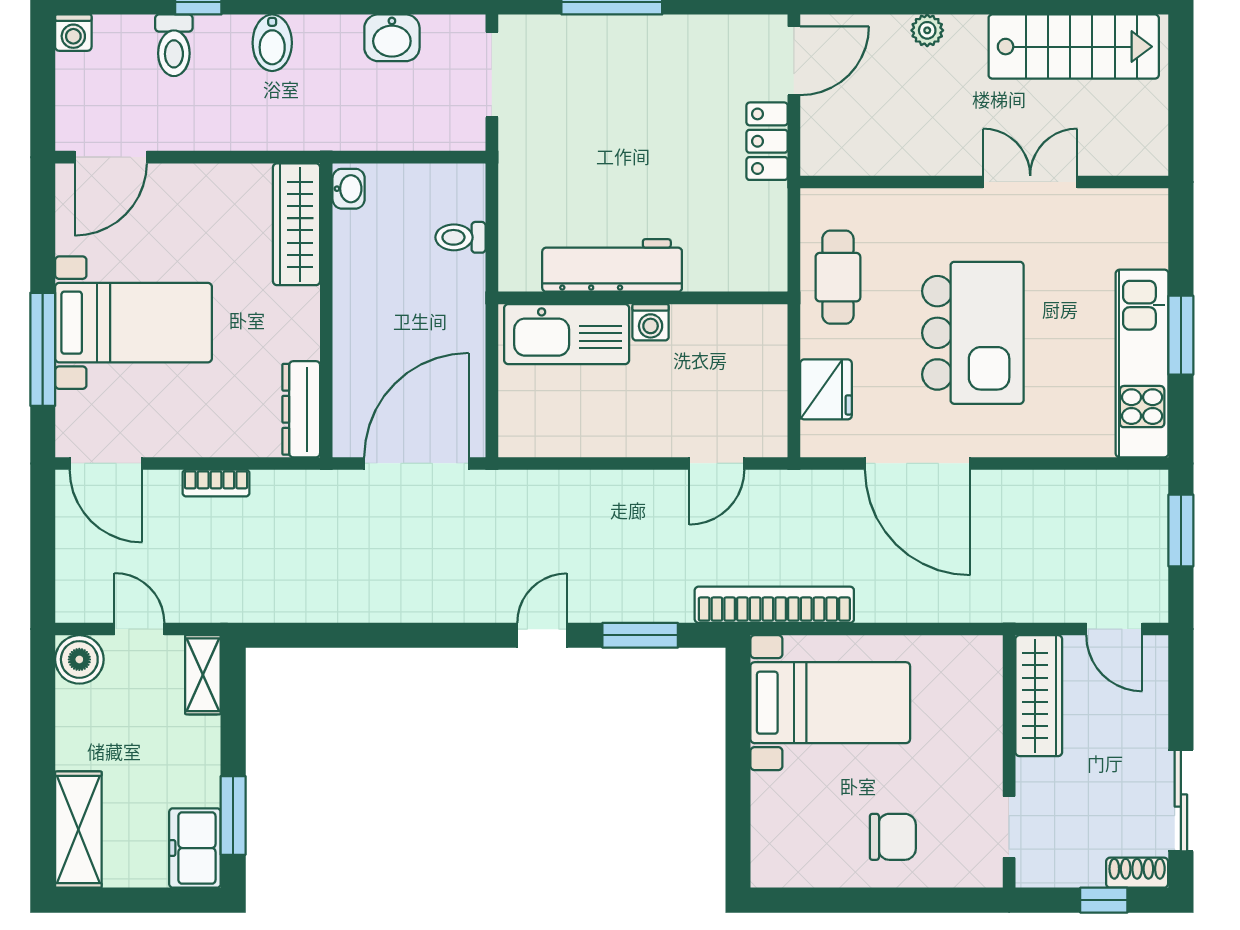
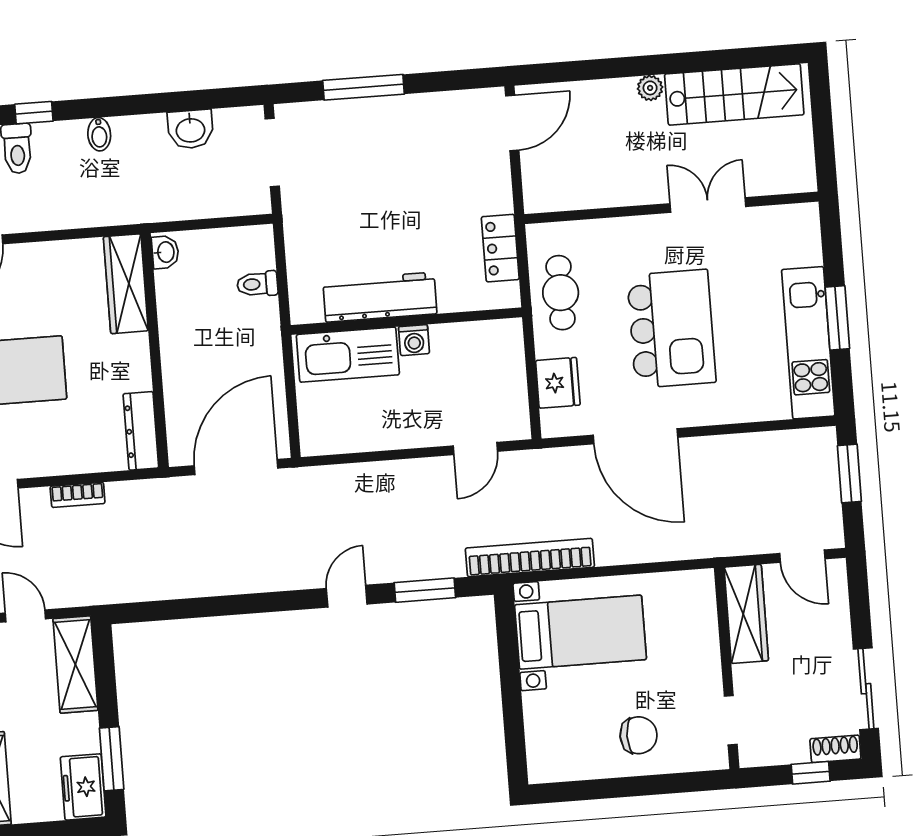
plant: (927, 30) -> (650, 88), moved
bidet: (272, 43) -> (99, 134), width x0.72, depth x0.74
locker: (767, 141) -> (500, 248), moved
shelving: (203, 675) -> (75, 665), width x1.50, depth x1.33

